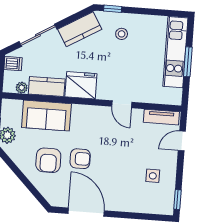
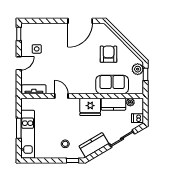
door: (182, 141) -> (19, 63), moved
armchair: (80, 159) -> (87, 57), removed
door: (86, 212) -> (80, 21), hinge flipped

